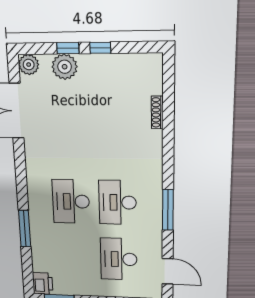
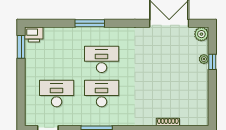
window: (100, 48) -> (212, 84), removed
plant: (65, 67) -> (204, 59), width x0.53, depth x0.53
window: (25, 229) -> (90, 23), moved

